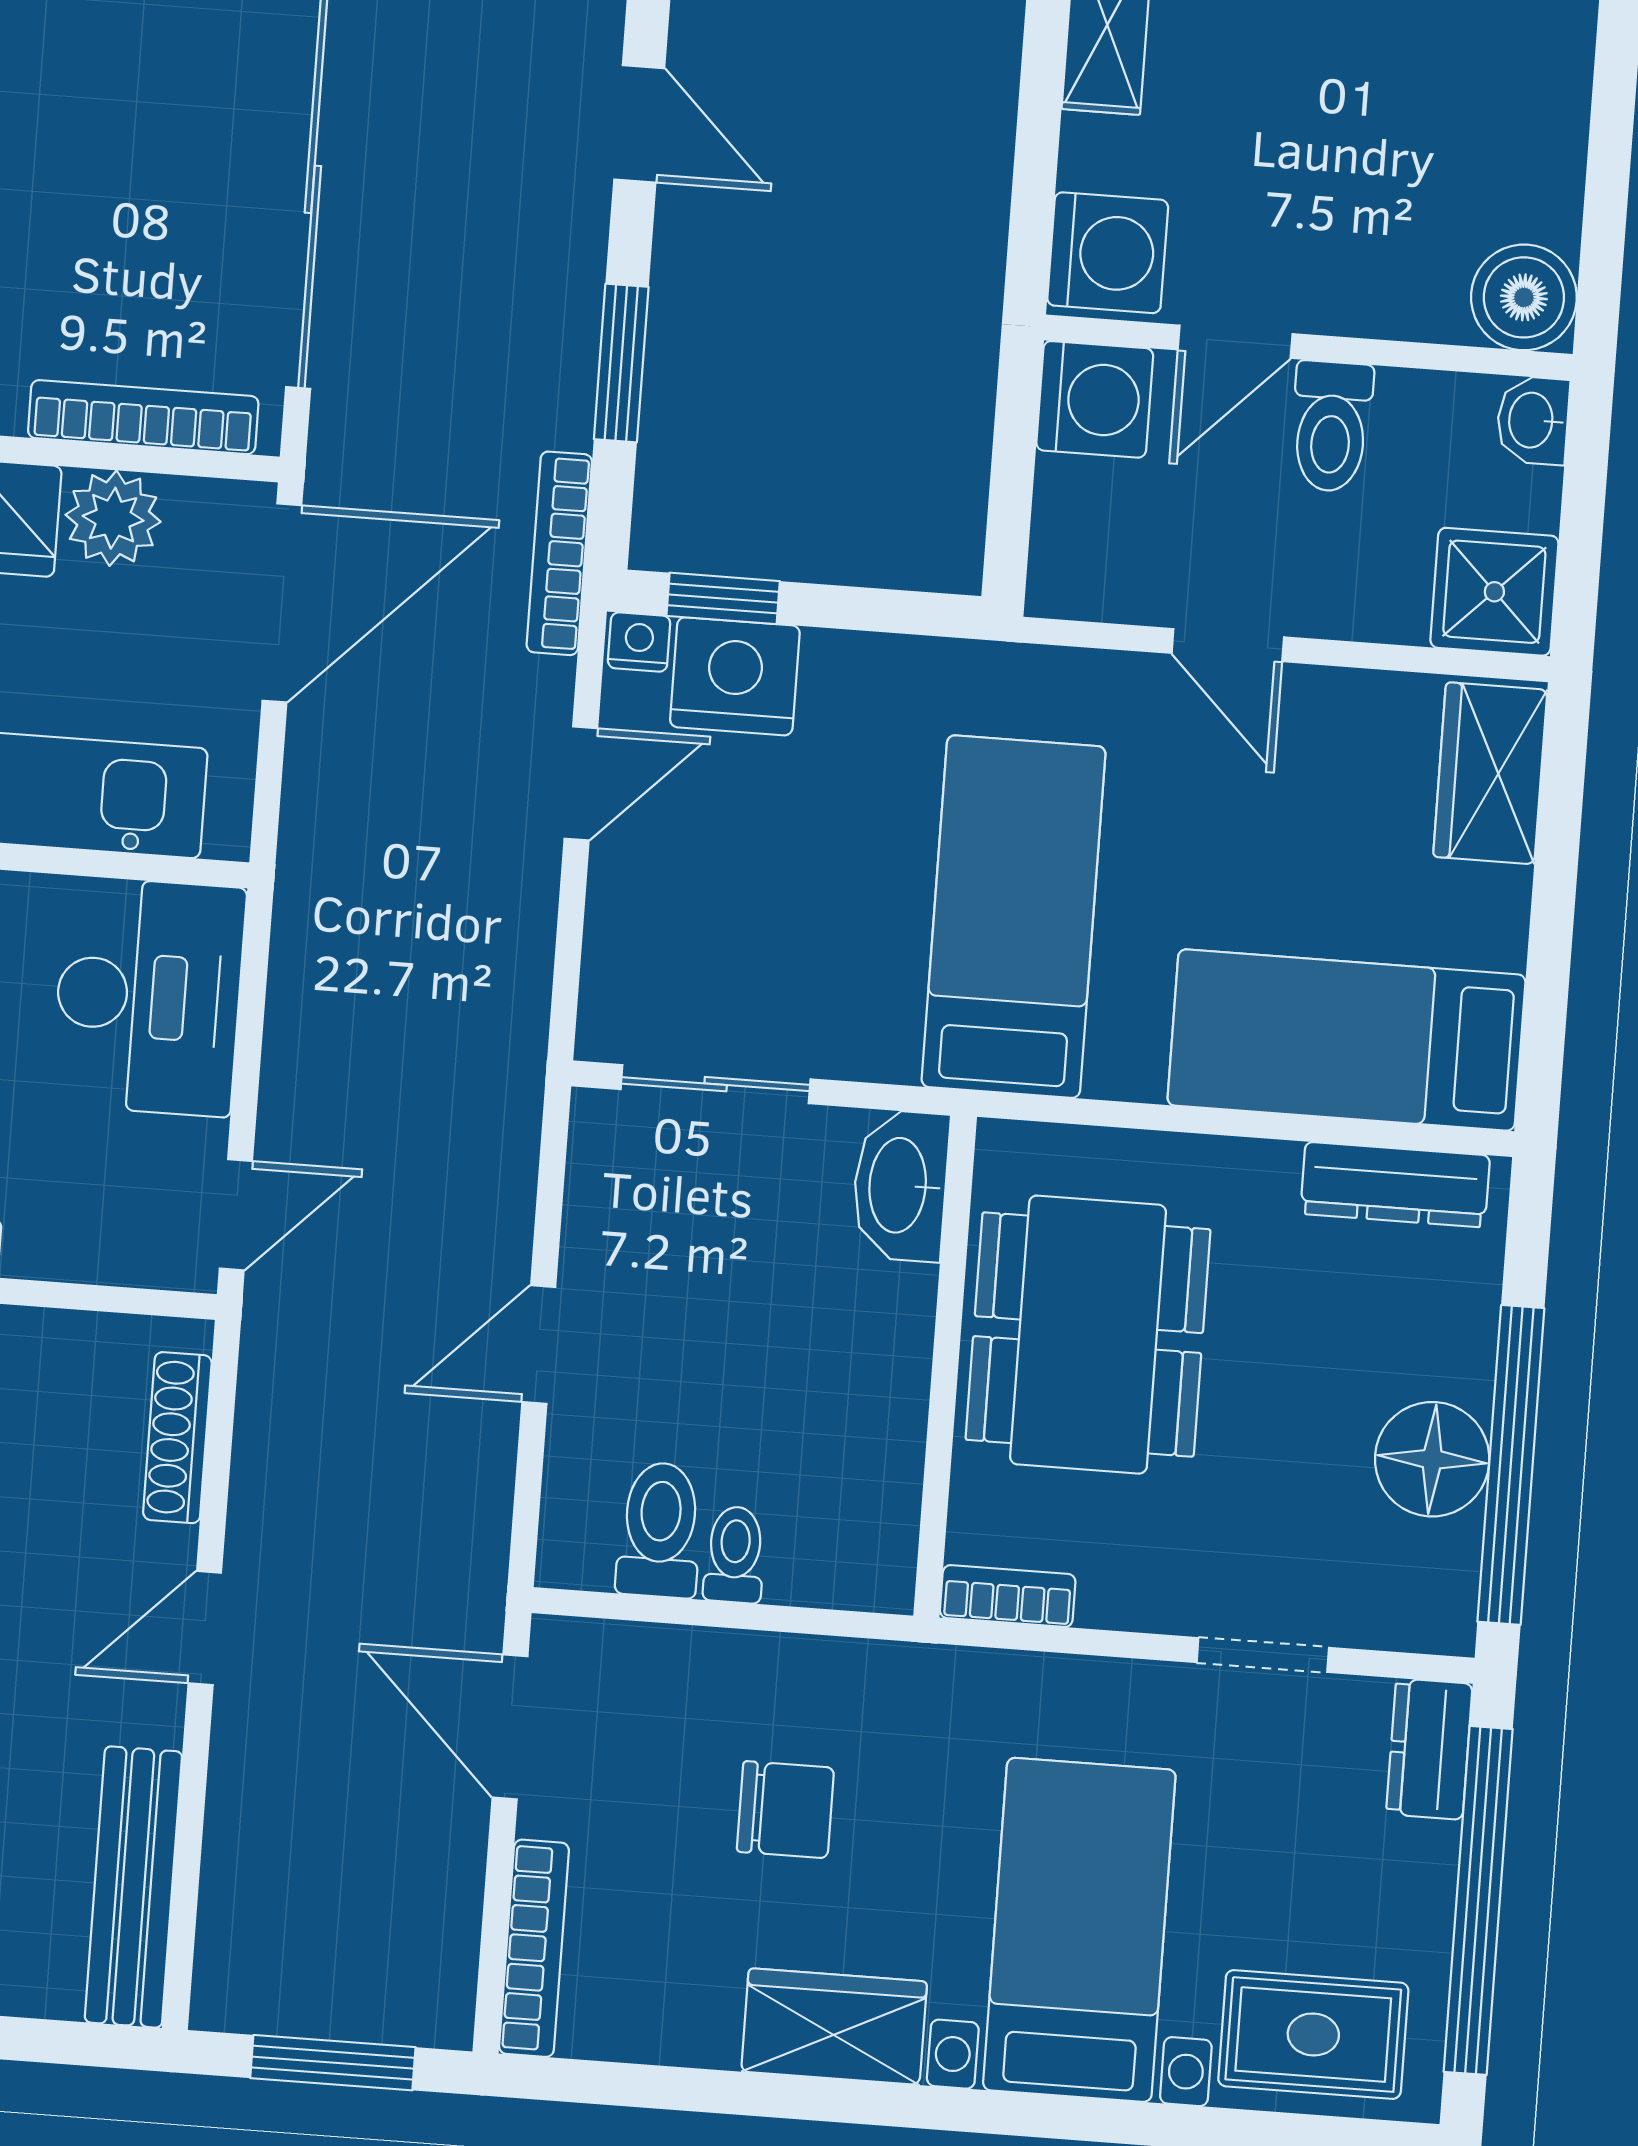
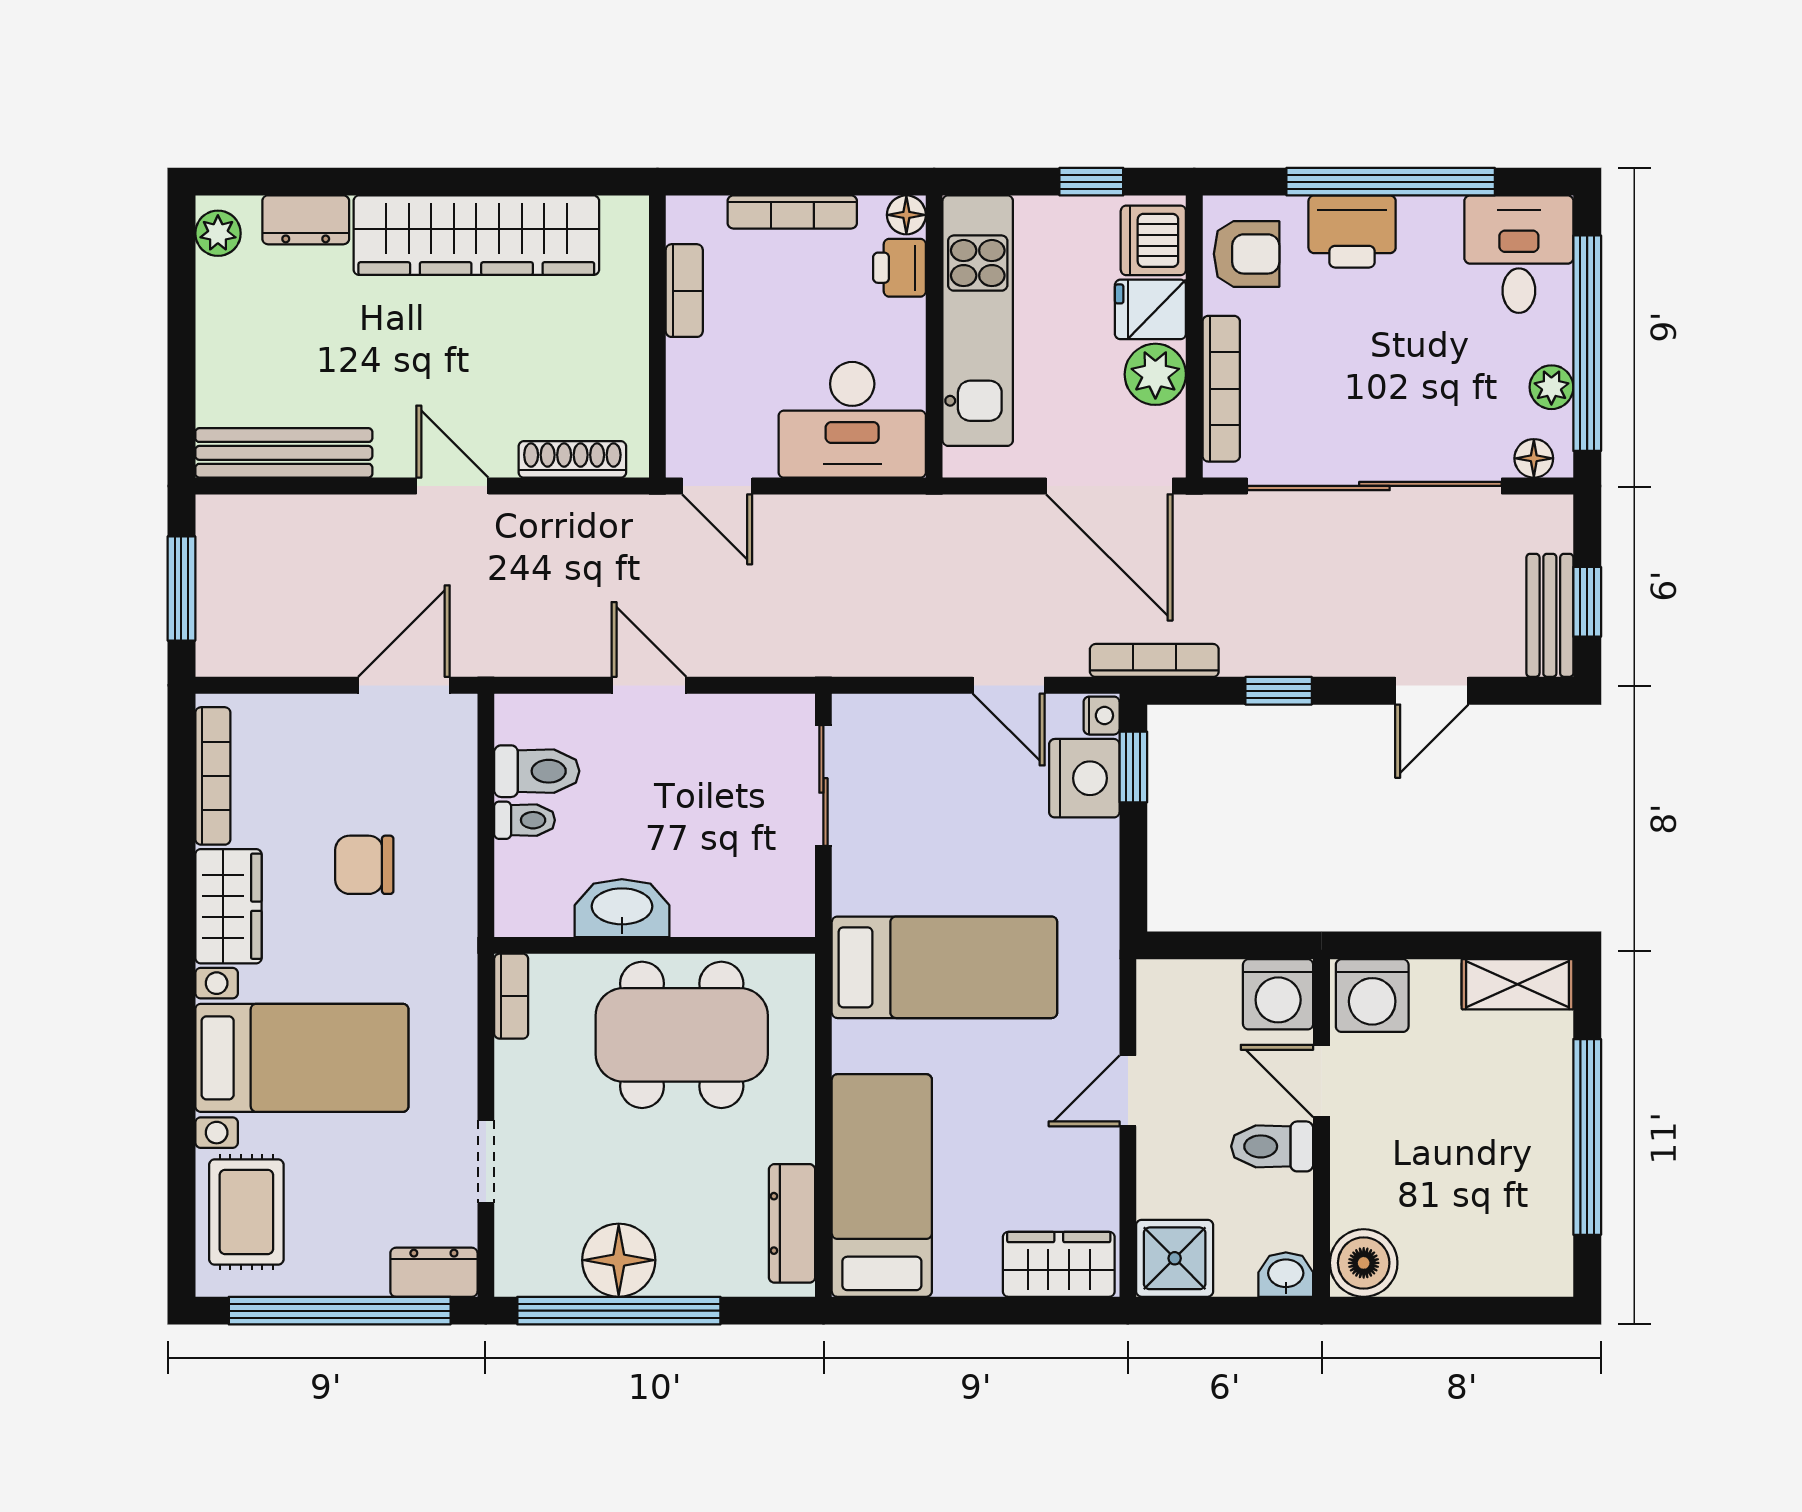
window: (621, 363) -> (1279, 691), width x0.67
washbasin: (900, 1185) -> (622, 908), moved
chair: (785, 1810) -> (364, 865), turned 90
bookcase: (534, 1948) -> (213, 776), moved, turned -90

